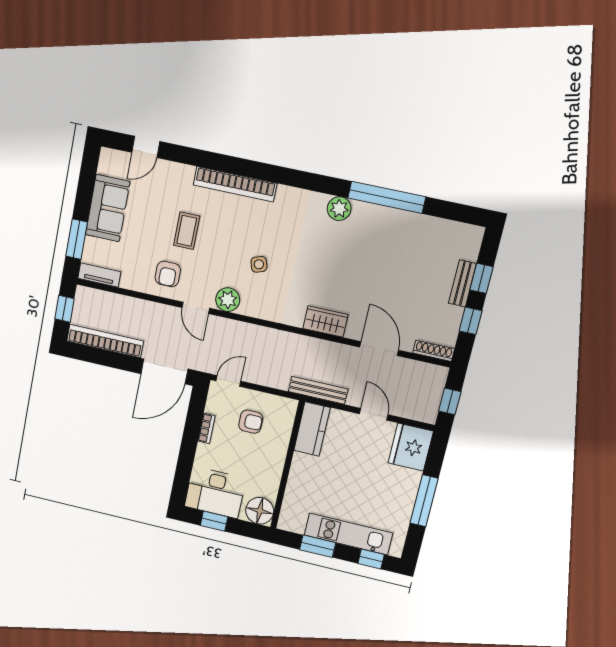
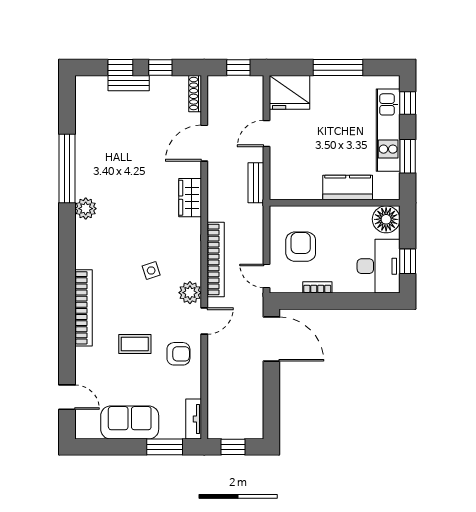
bookcase: (105, 341) -> (216, 259), moved, turned 180
bench: (318, 390) -> (256, 183), width x0.73
armchair: (251, 422) -> (301, 247), width x1.38, depth x1.38
kitchen counter: (312, 429) -> (348, 187), moved

